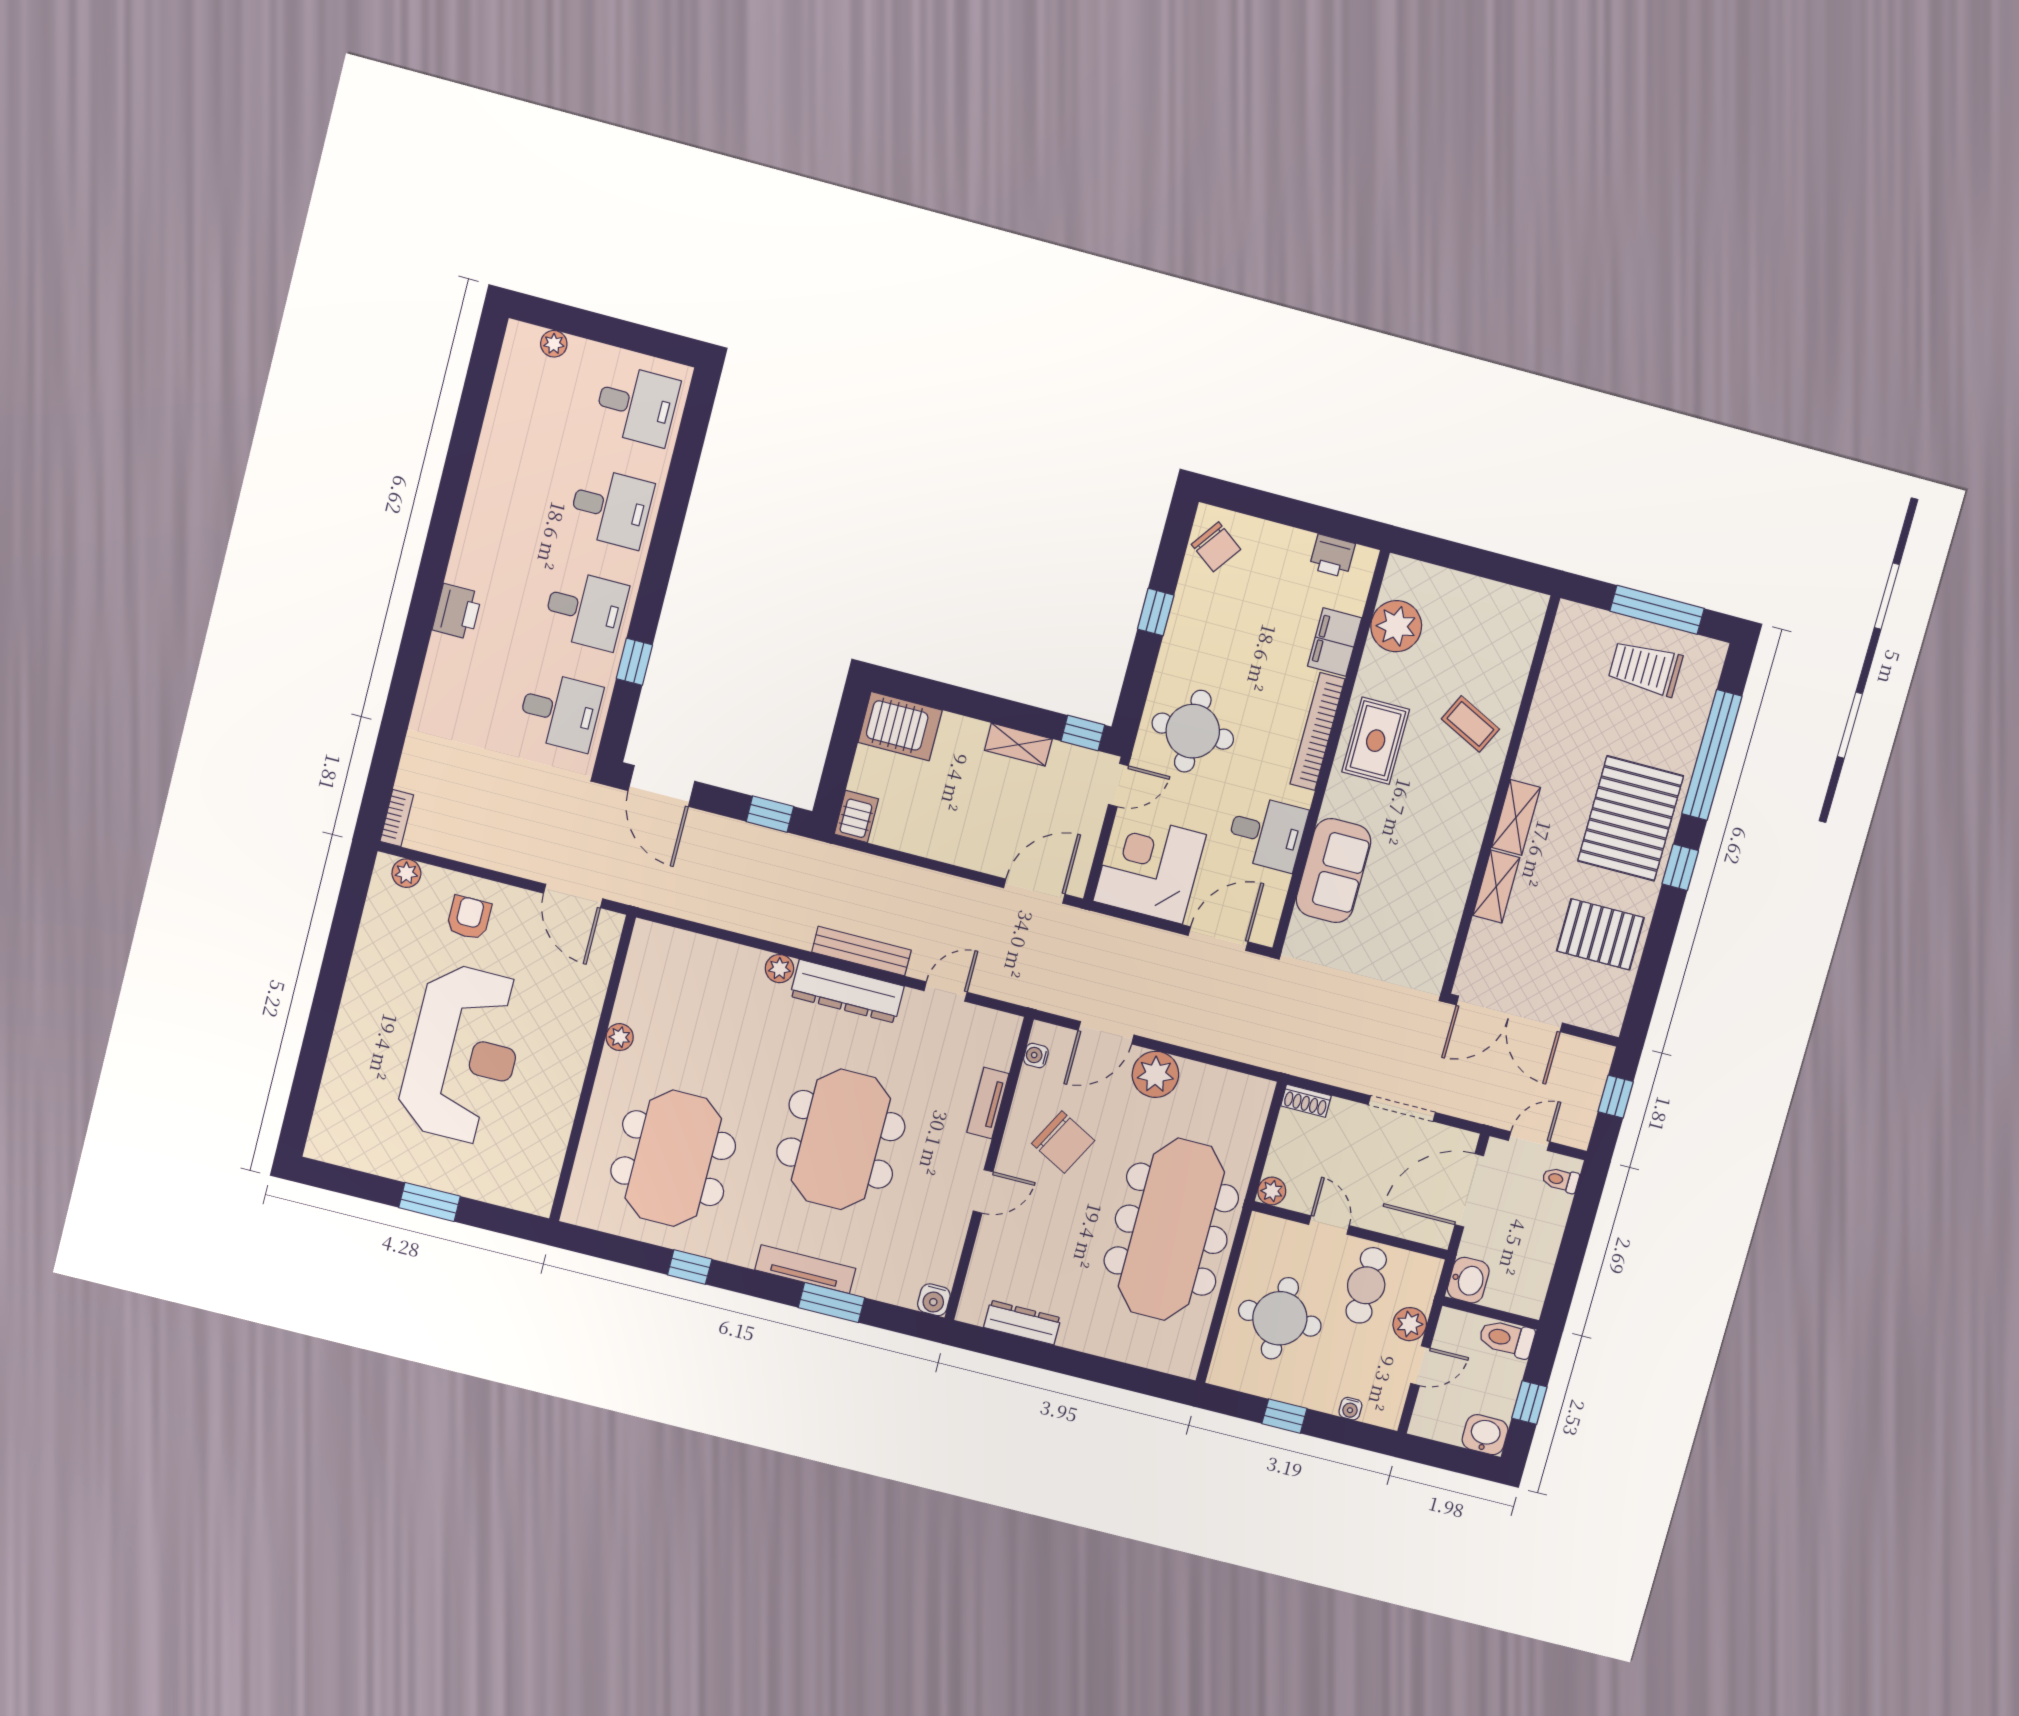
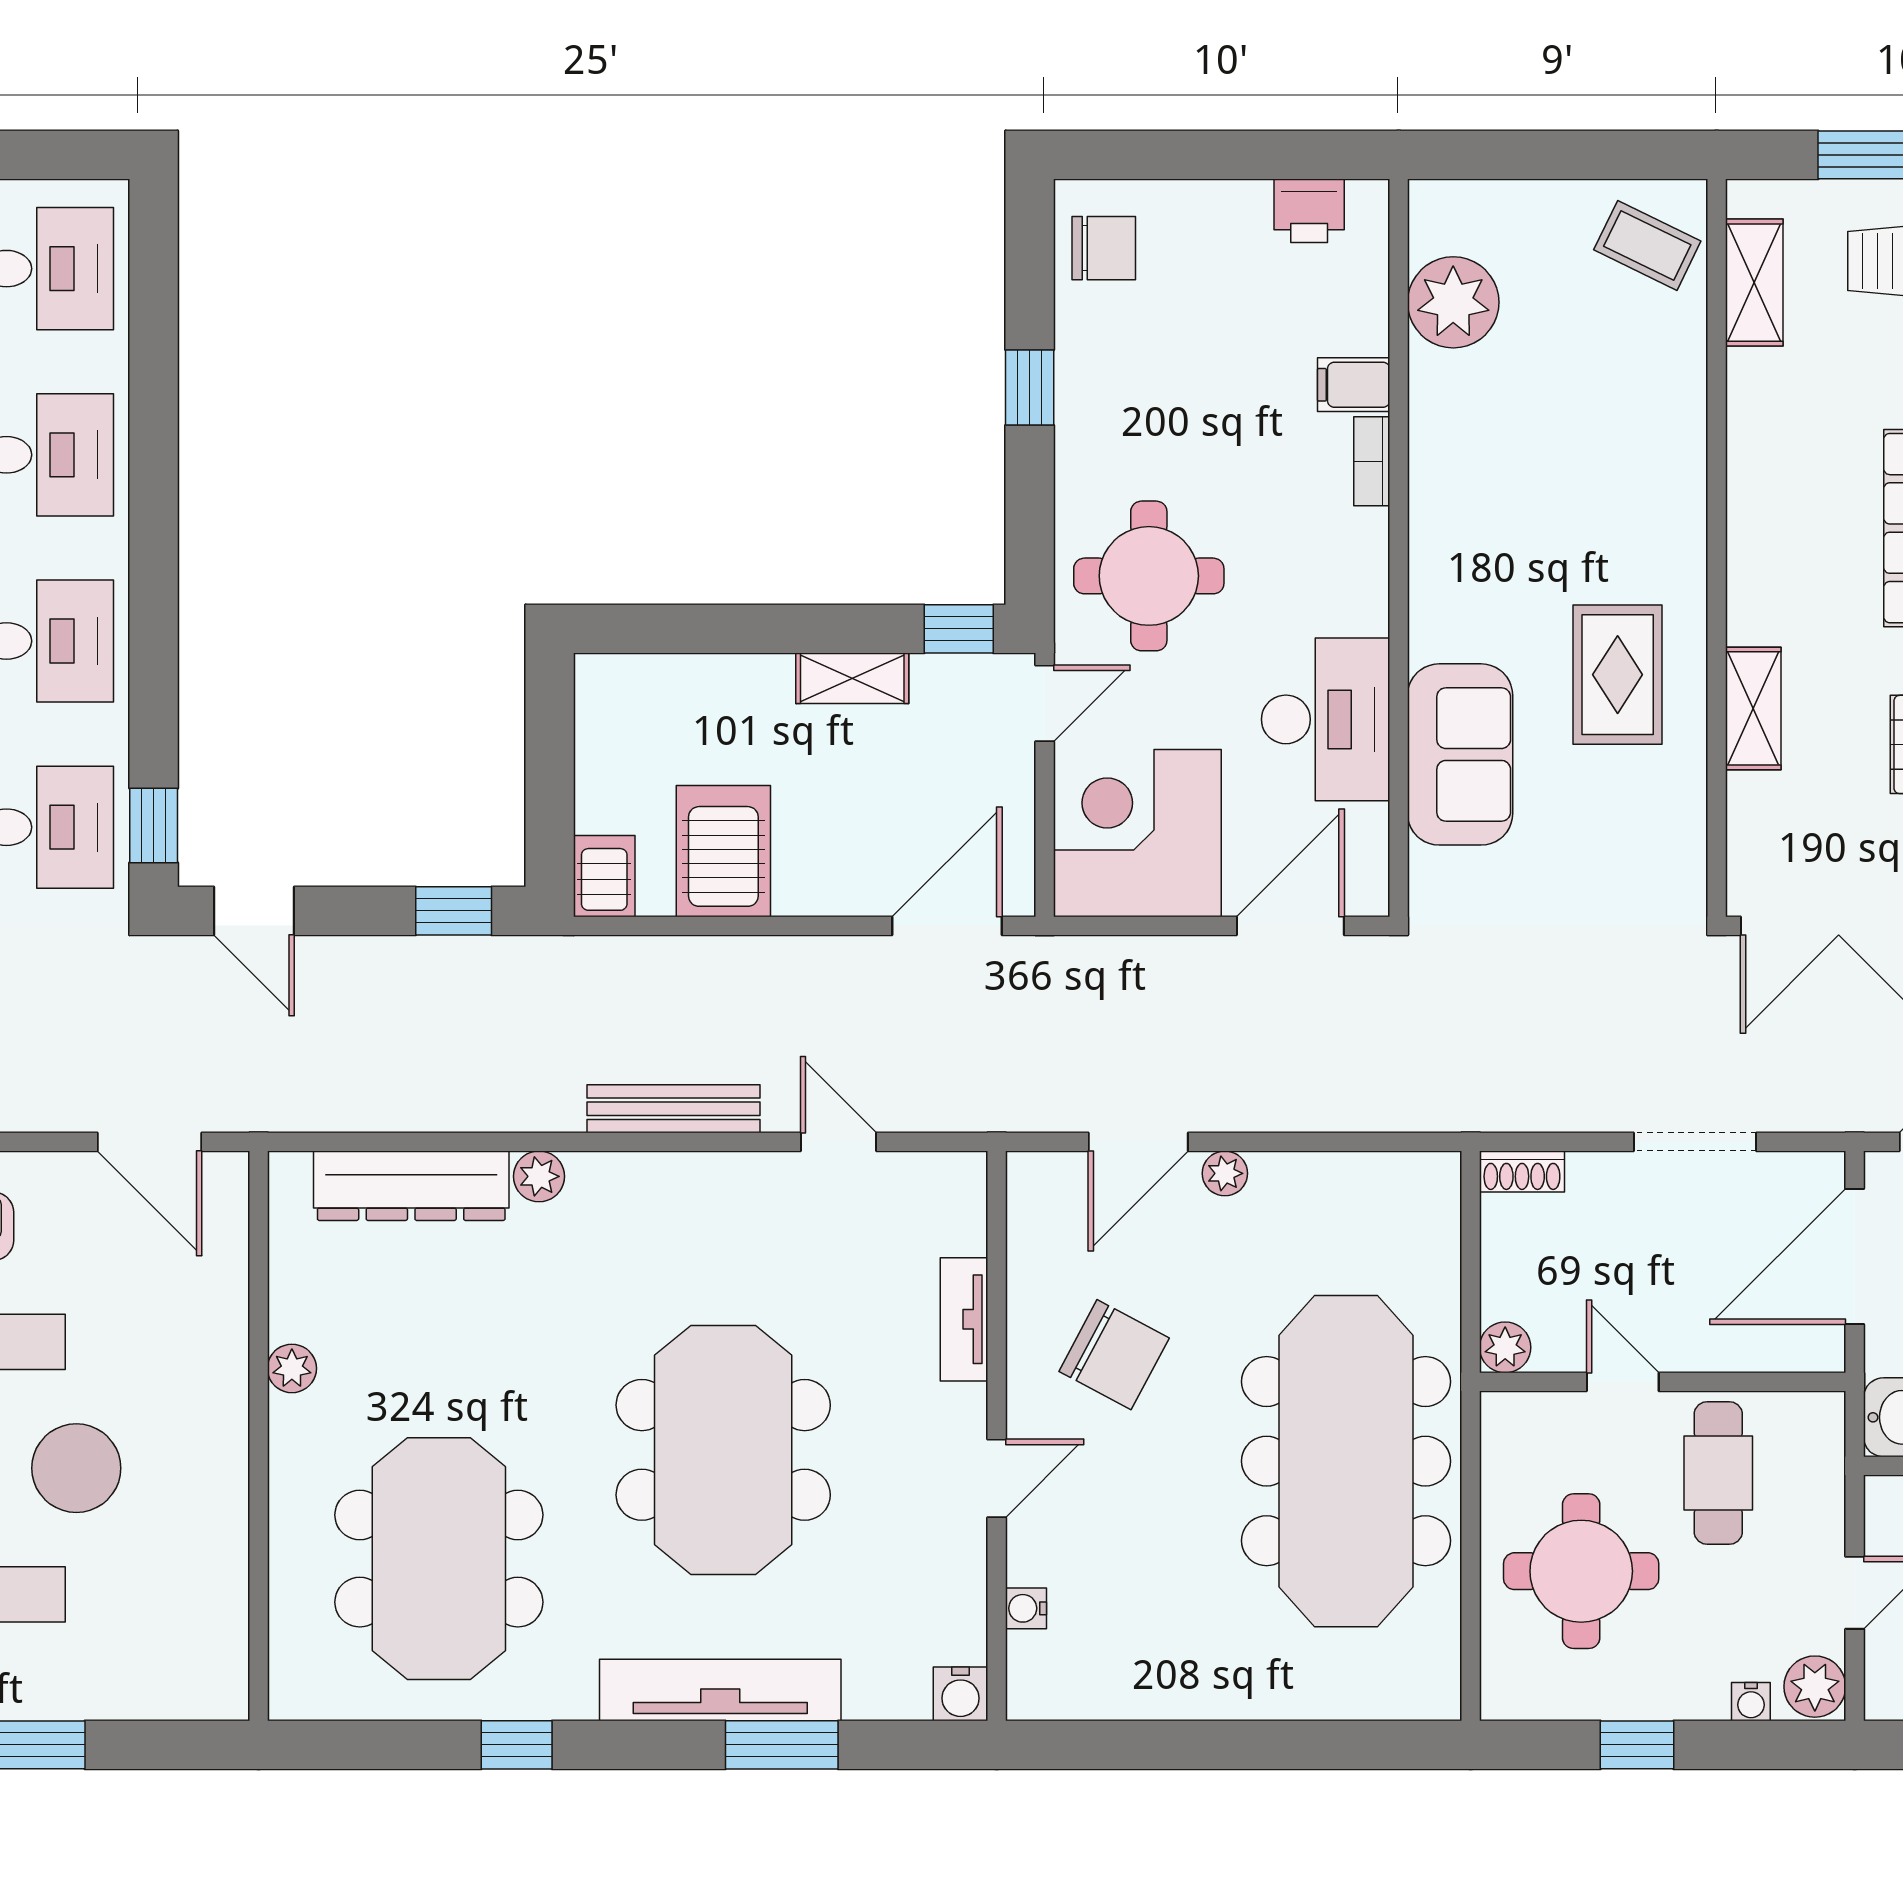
chair: (1216, 547) -> (1104, 248), turned -36
filing cabinet: (1335, 642) -> (1354, 385), width x0.50
window: (634, 662) -> (154, 826), moved
coffee table: (1470, 724) -> (1647, 245), moved
server rack: (900, 726) -> (723, 851), moved, turned -90
bookcase: (1317, 732) -> (1372, 461), width x0.43, depth x0.76
rug: (1376, 741) -> (1618, 675), moved
door: (661, 786) -> (254, 911), width x0.73
shelving: (1516, 817) -> (1754, 283), moved
desk: (1267, 833) -> (1326, 719), width x1.37
dresser: (847, 991) -> (411, 1186), moved
door: (946, 992) -> (838, 1142), hinge flipped
water cooler: (1036, 1056) -> (1026, 1608), moved
plant: (1155, 1074) -> (1225, 1173), width x0.53, depth x0.53
tv unit: (805, 1269) -> (720, 1690), width x1.36, depth x1.29
dresser: (1022, 1323) -> (1127, 1695), removed
plant: (1410, 1324) -> (1815, 1687), moved

